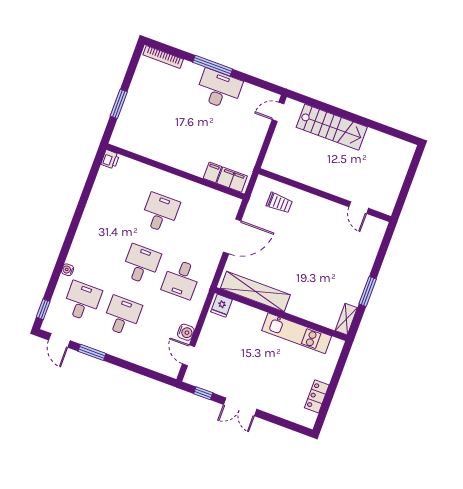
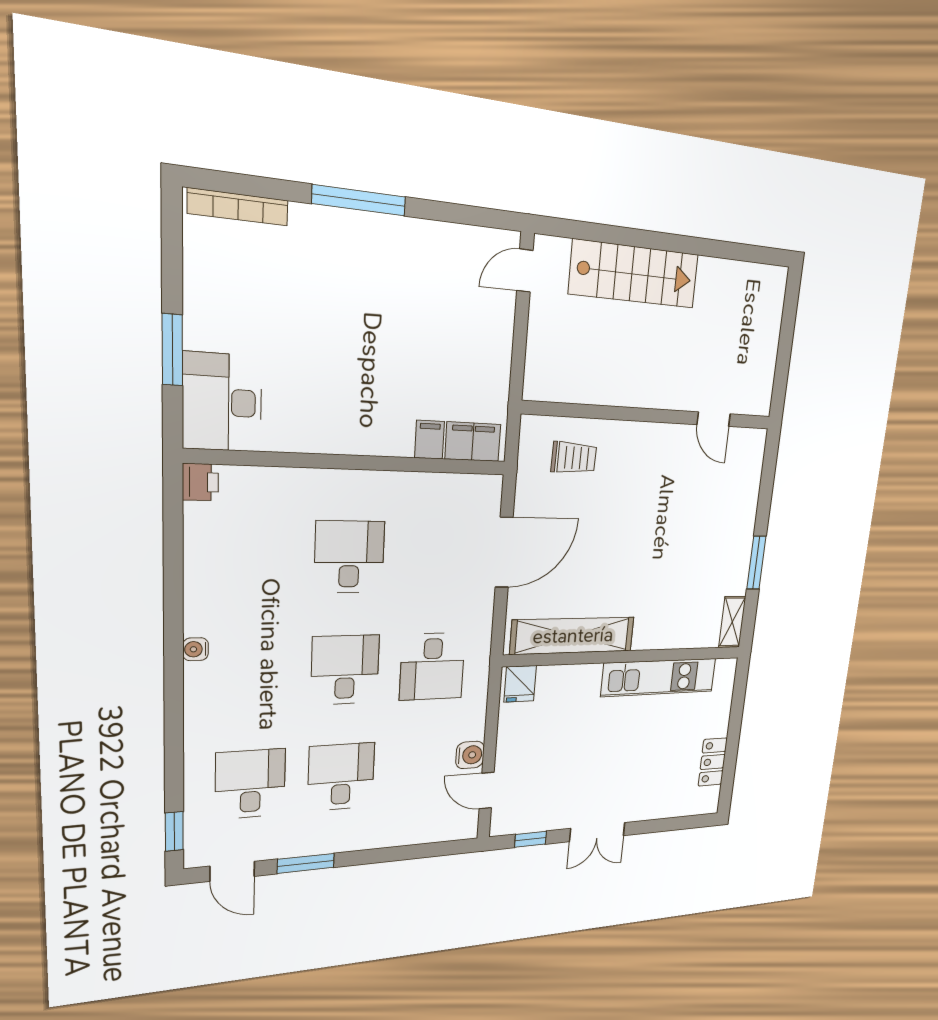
desk: (219, 89) -> (222, 402), moved, turned -90
water cooler: (68, 270) -> (195, 649), moved

